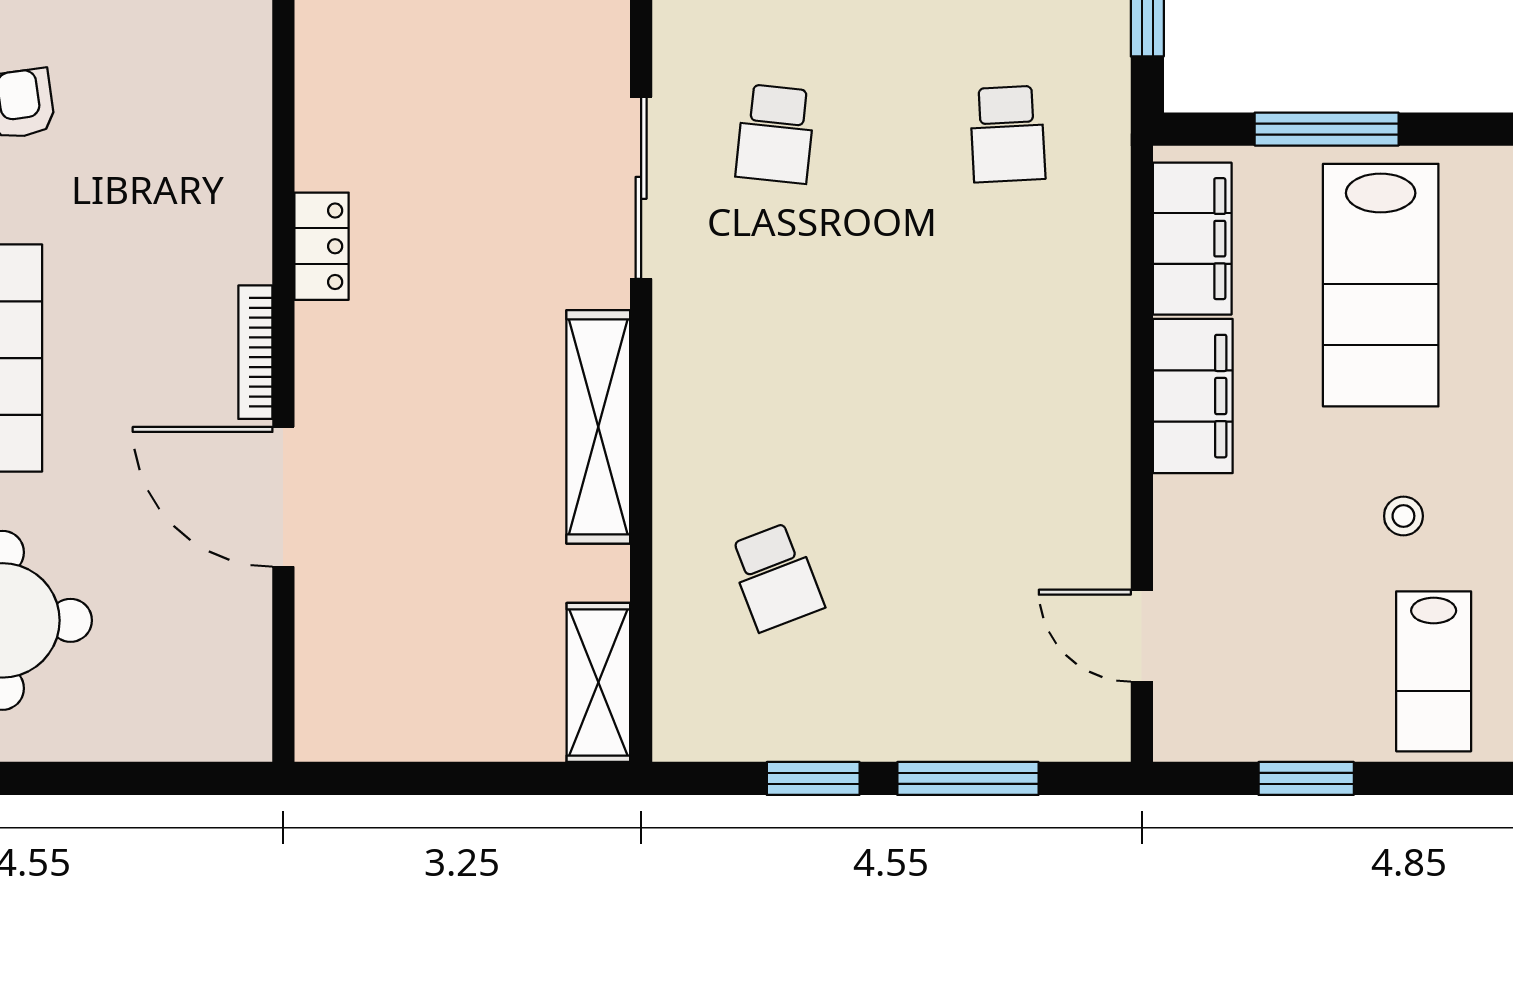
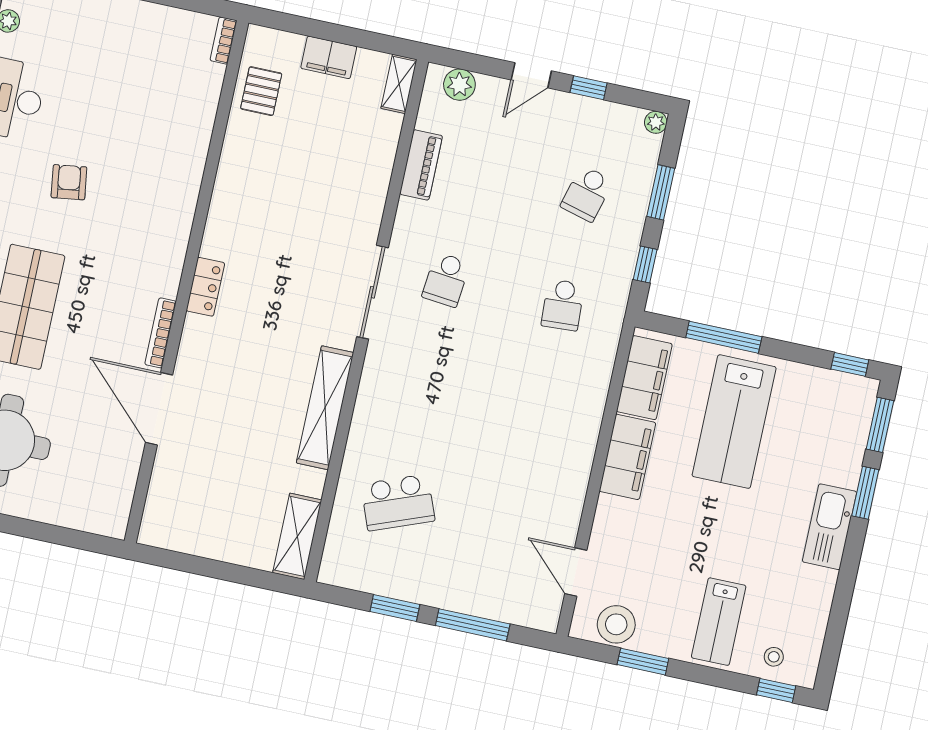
stool: (1403, 516) -> (616, 624), moved, width x1.89, depth x1.89
school desk: (776, 577) -> (398, 502), width x1.85

